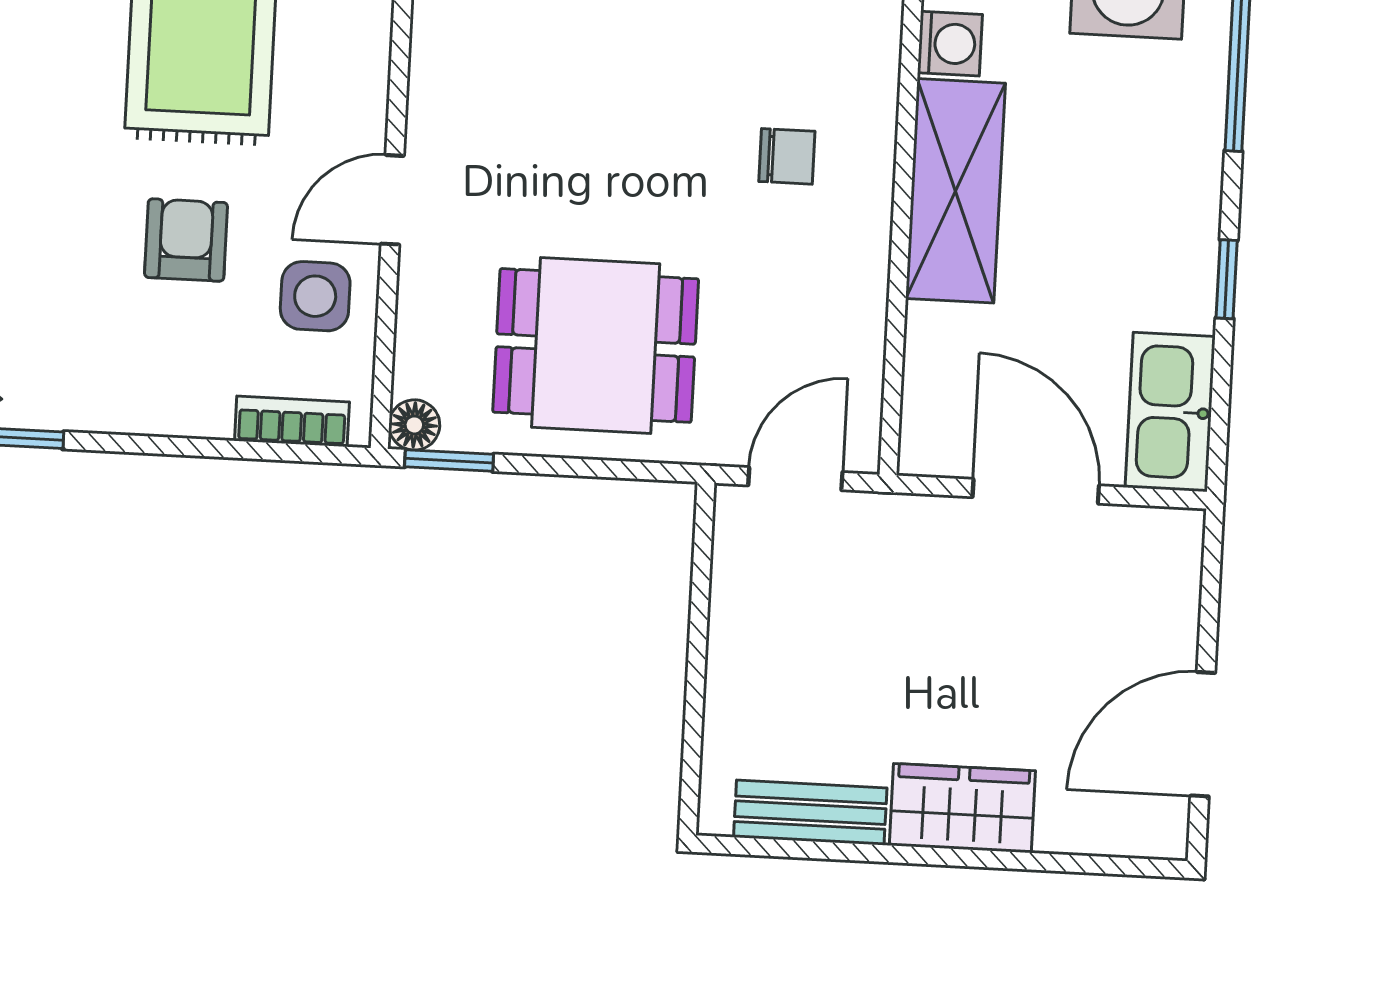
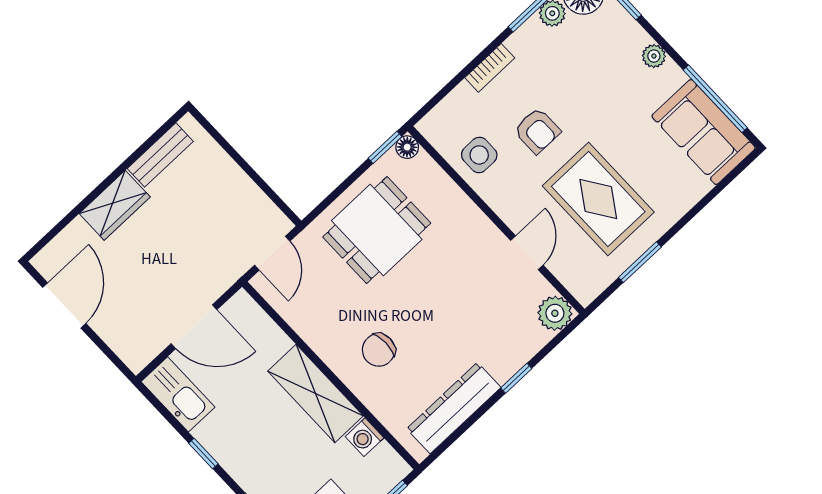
chair: (787, 156) -> (379, 350), width x1.37, depth x1.37
door: (392, 200) -> (527, 253), moved
bookcase: (292, 421) -> (490, 68), moved

